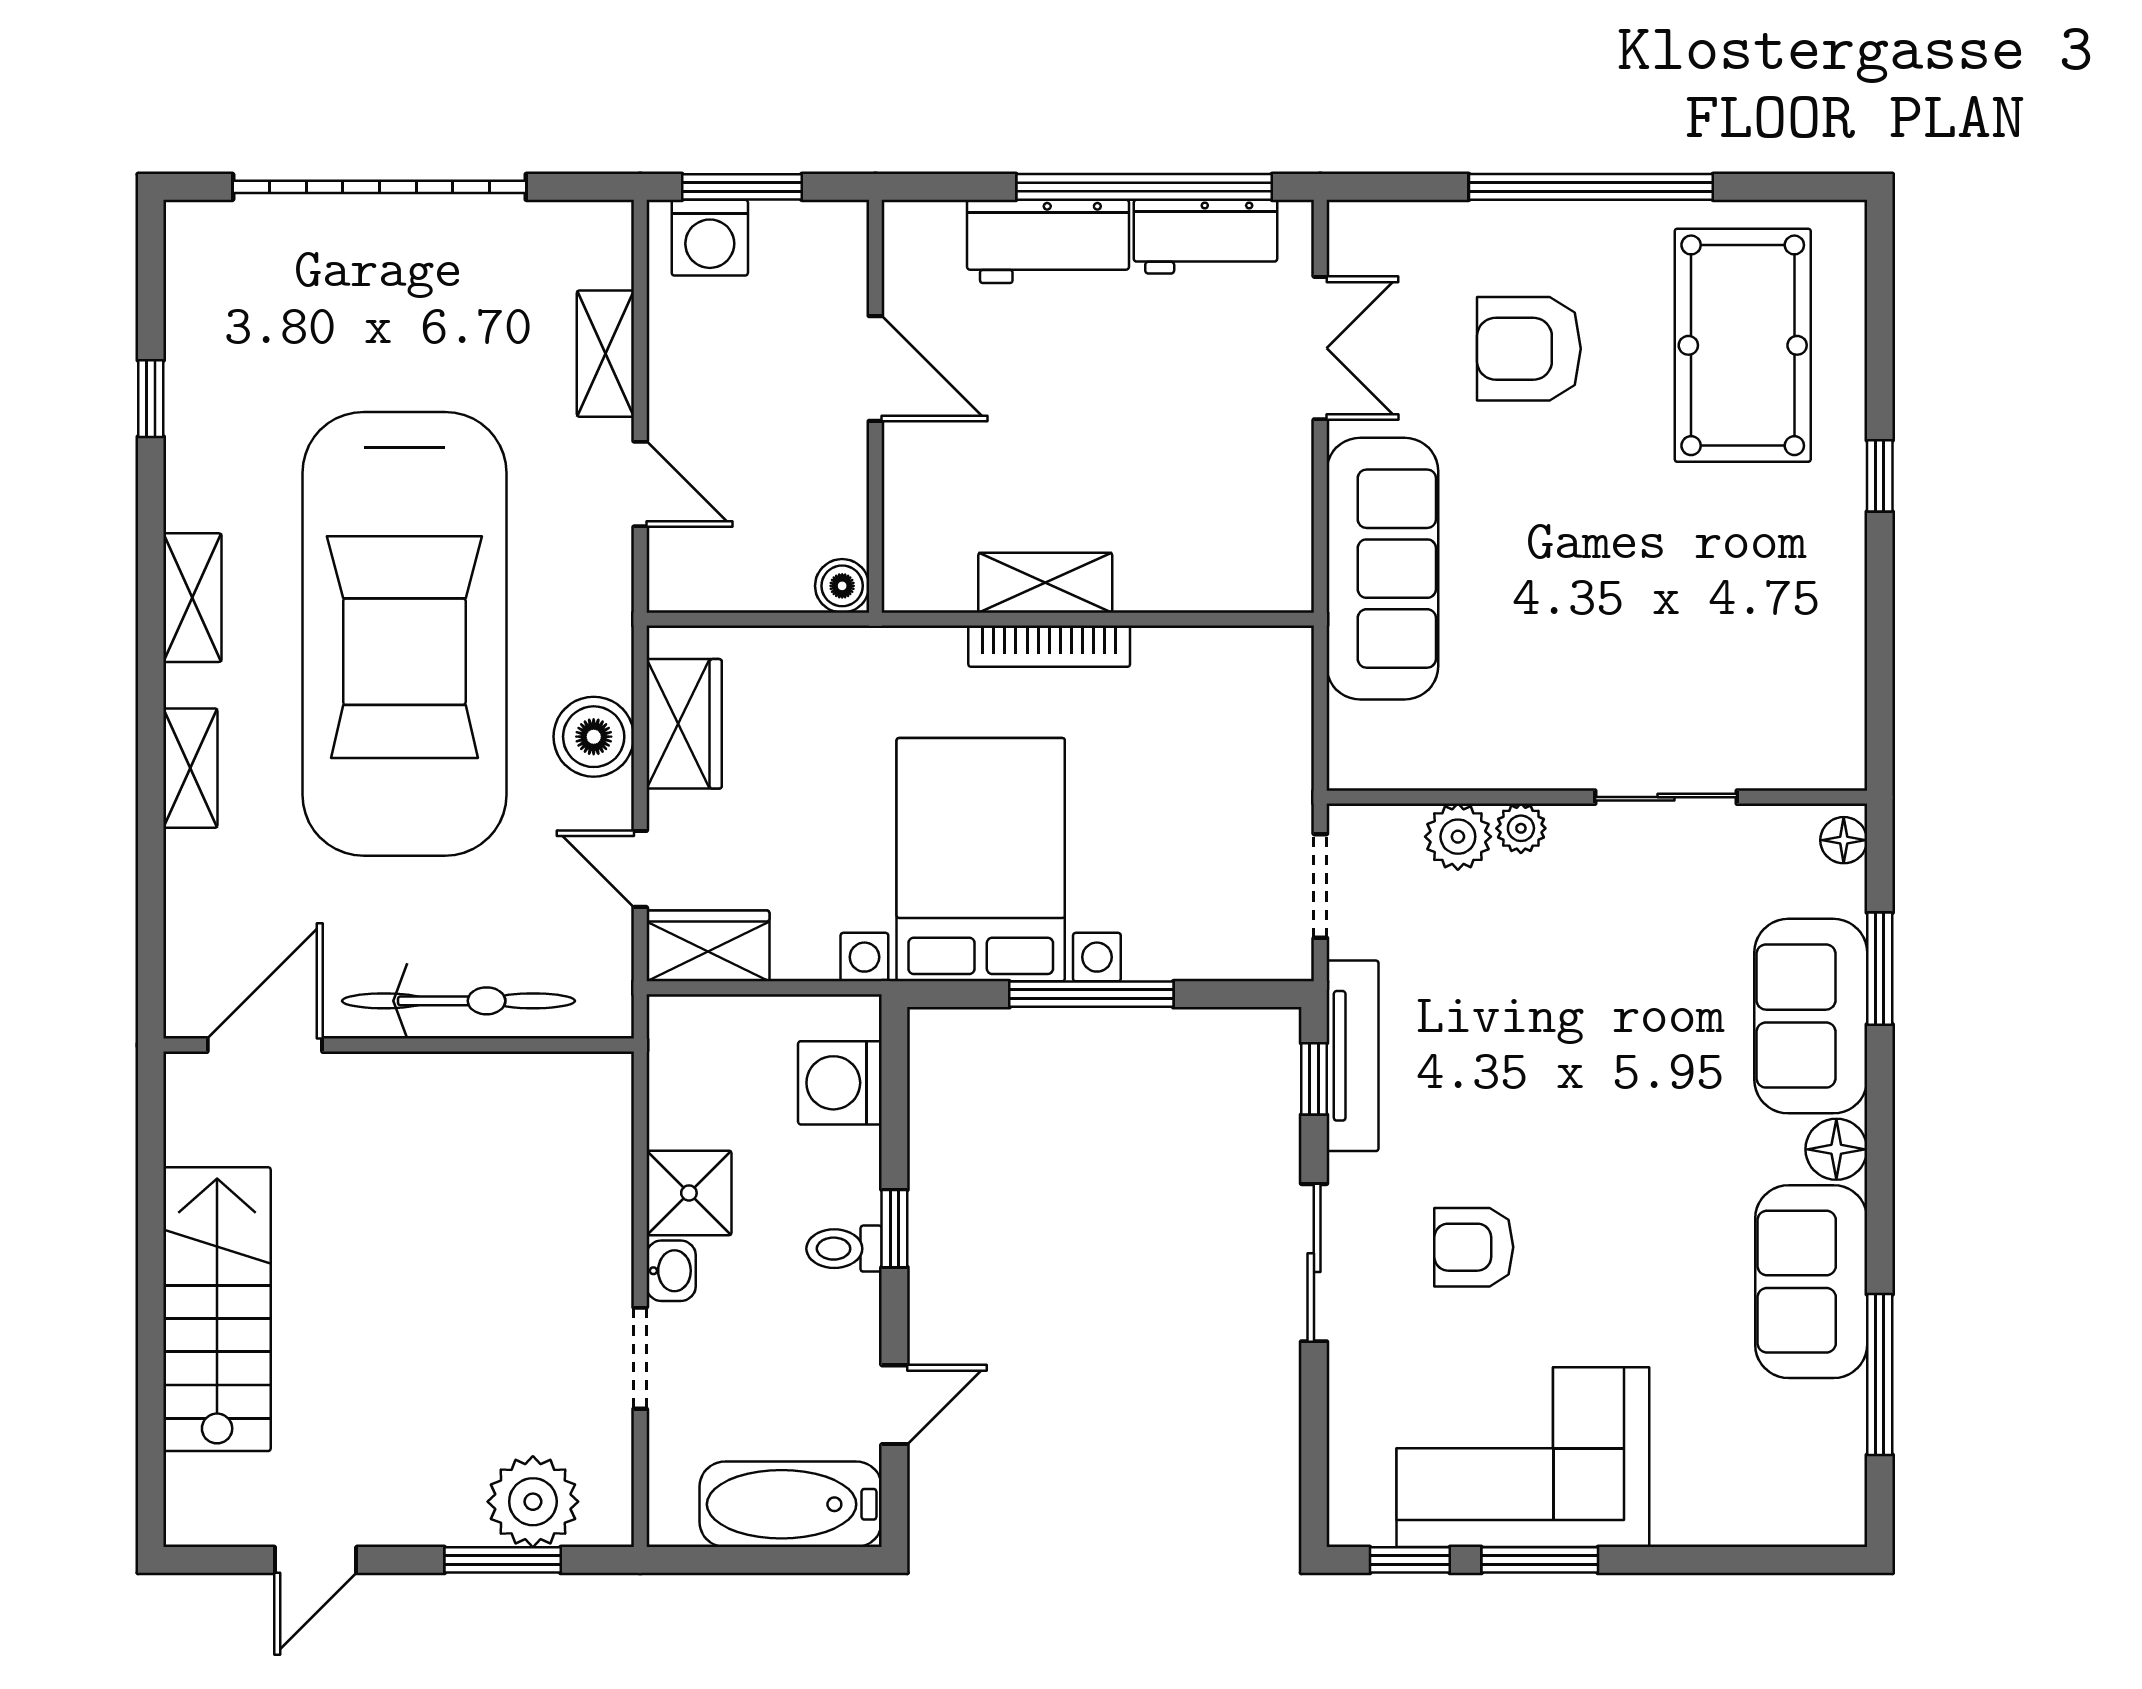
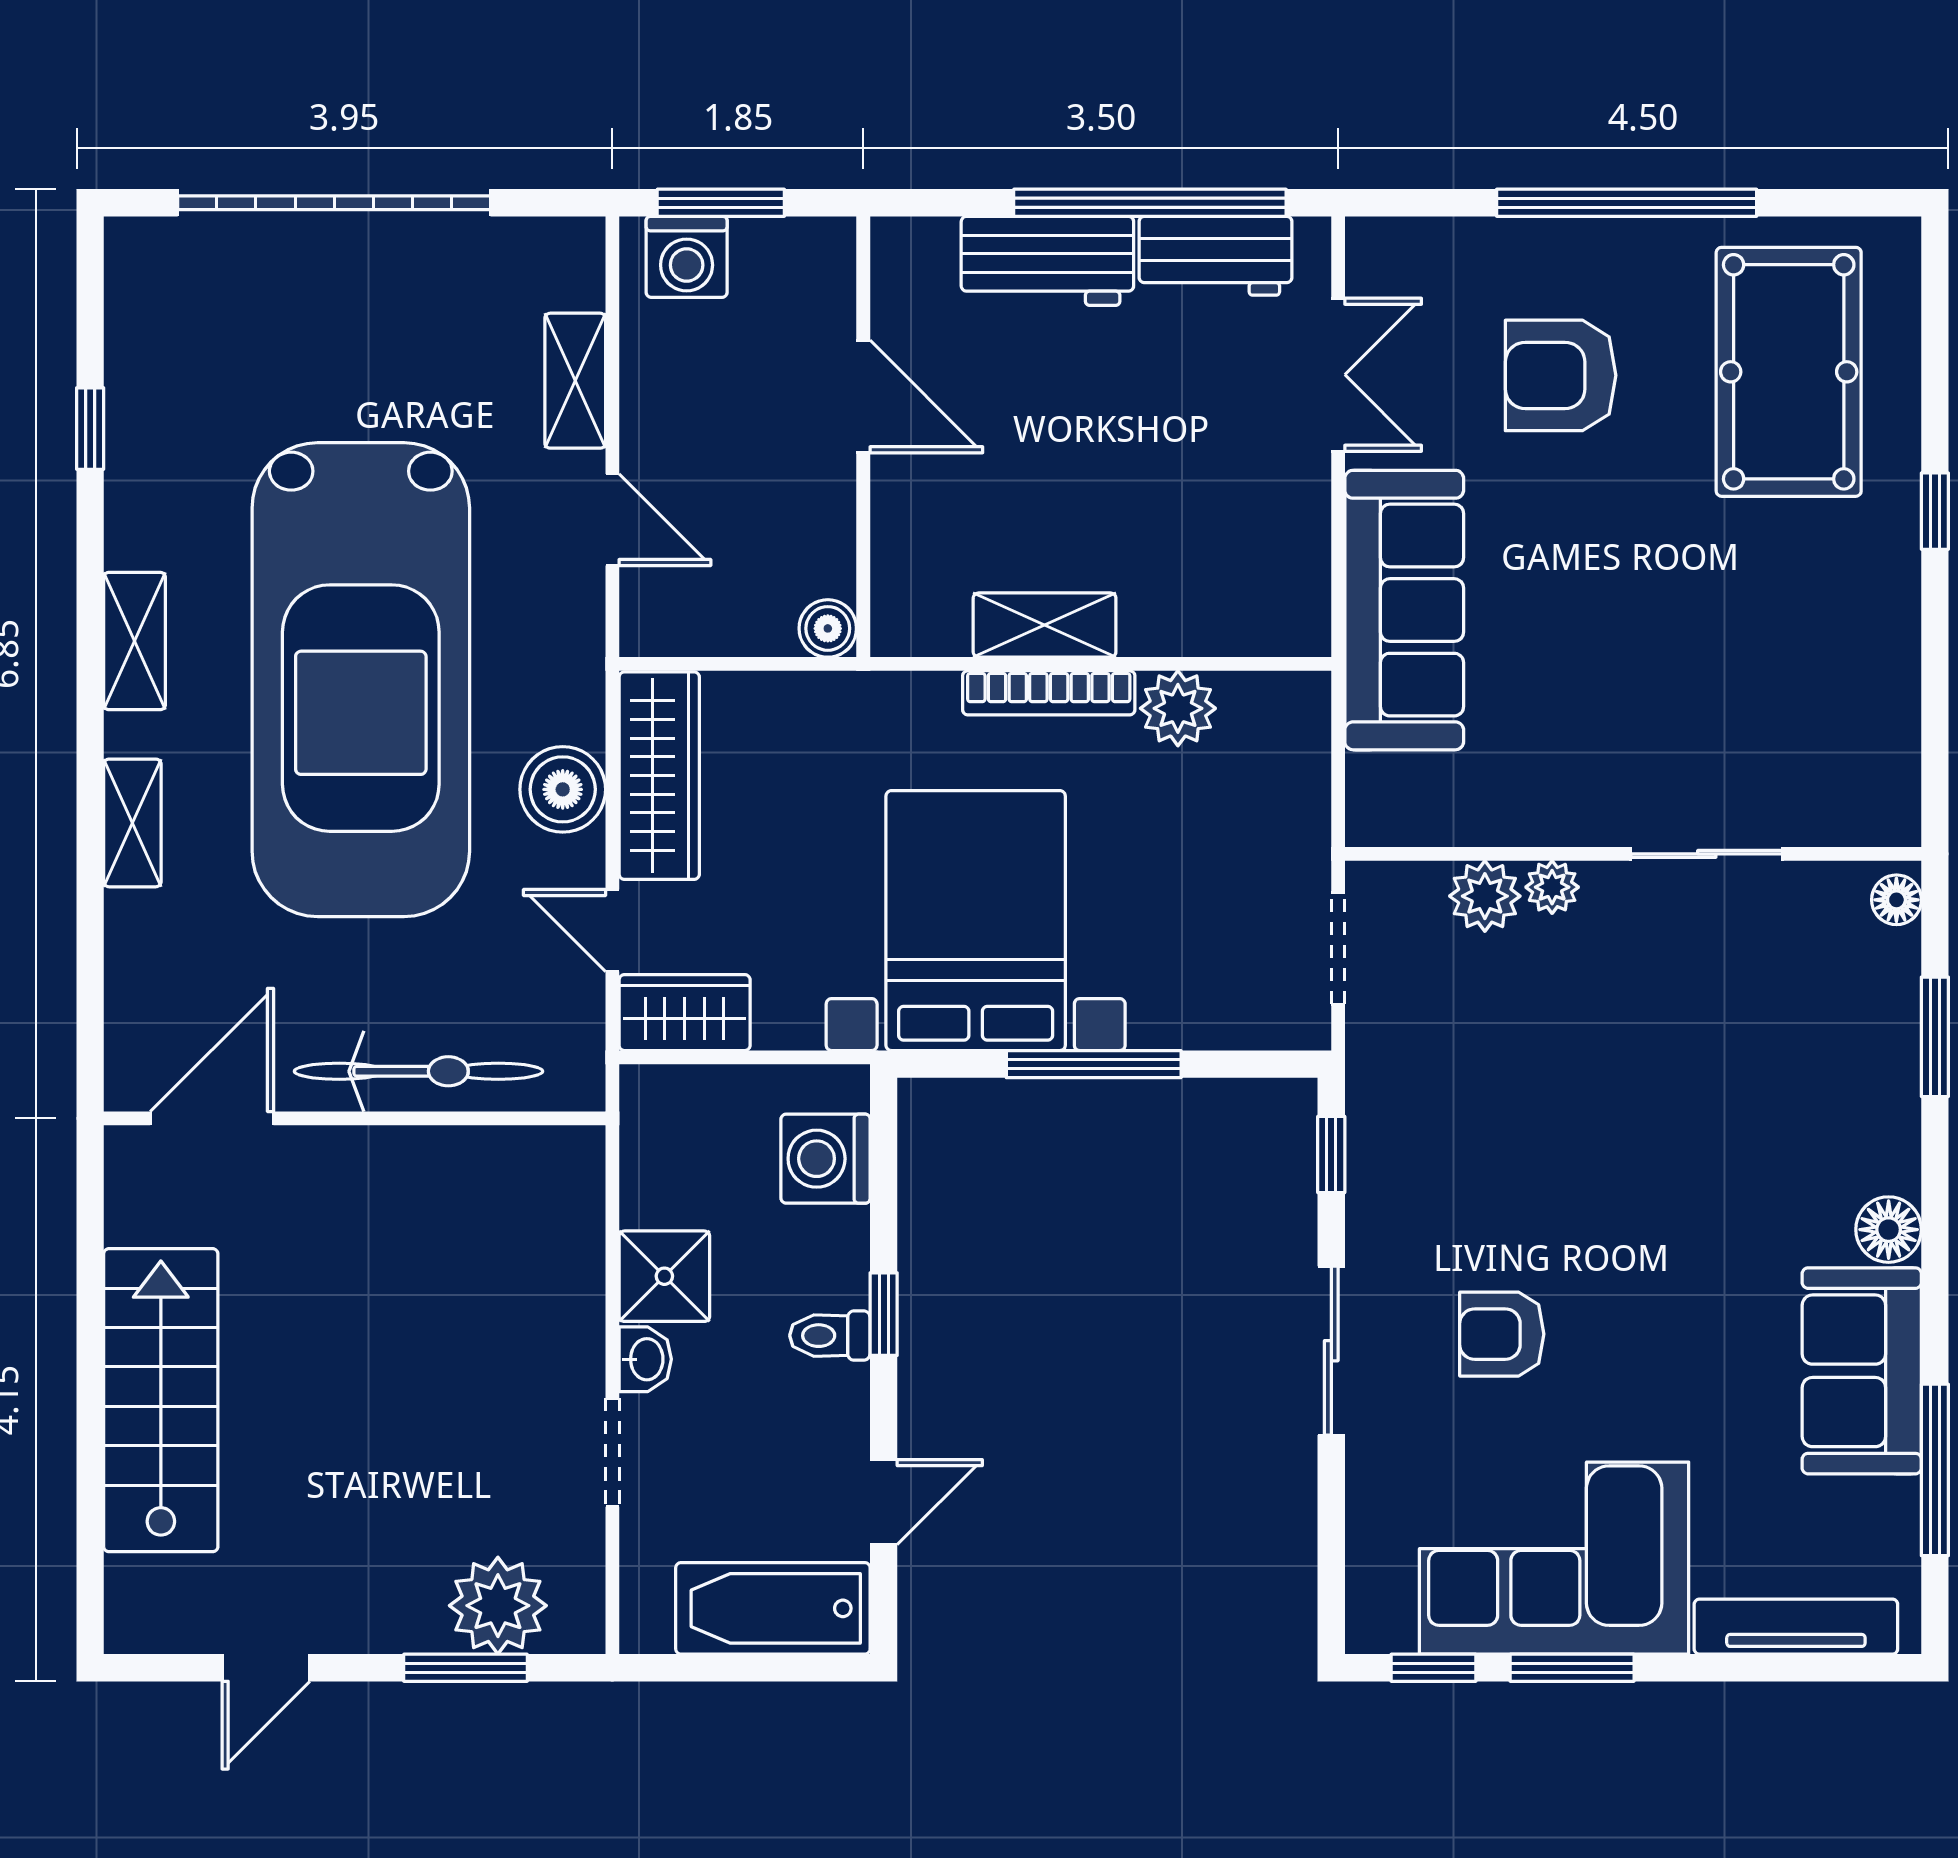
plant: (1170, 661) -> (1178, 708), added
wardrobe: (684, 724) -> (659, 776), width x1.50
sofa: (1811, 1016) -> (1861, 1087), removed
tv unit: (1353, 1056) -> (1796, 1627), moved, turned -90

